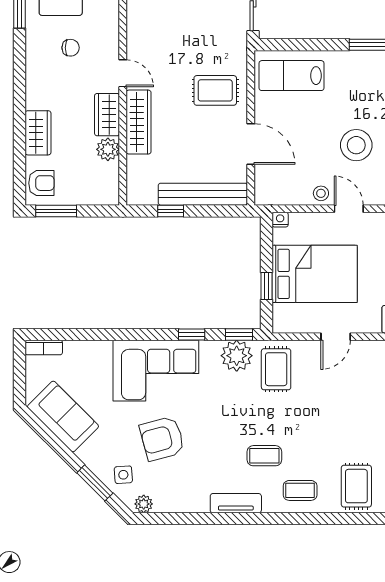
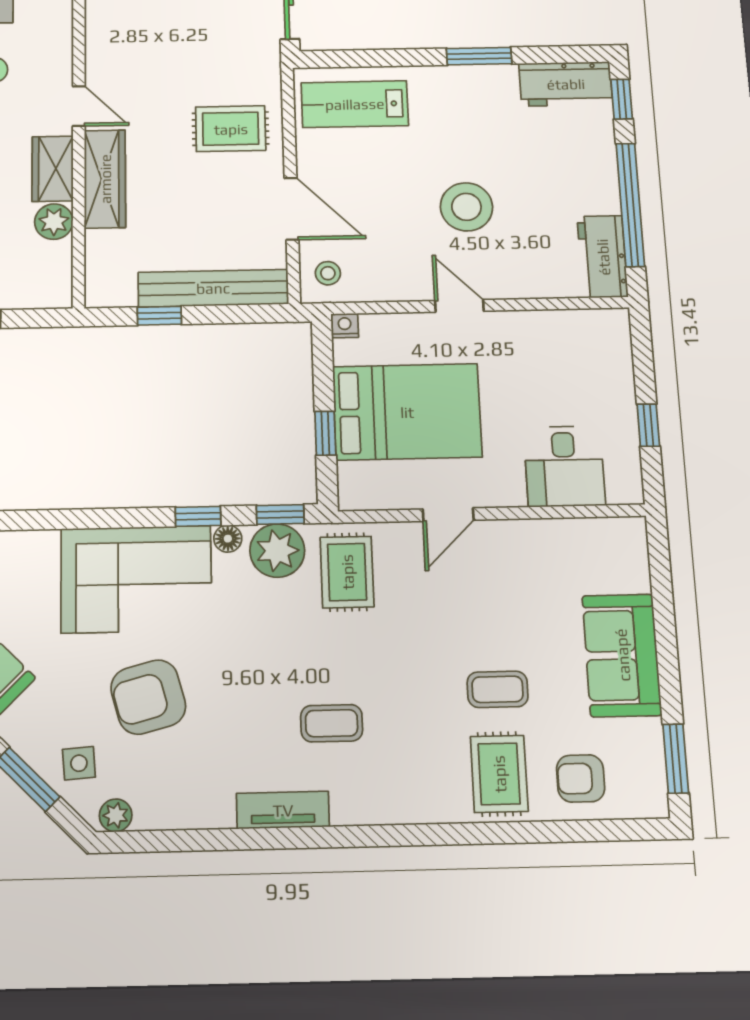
stool: (321, 193) -> (328, 273), moved
floor lamp: (208, 348) -> (228, 539), added
coffee table: (300, 490) -> (498, 689), moved

